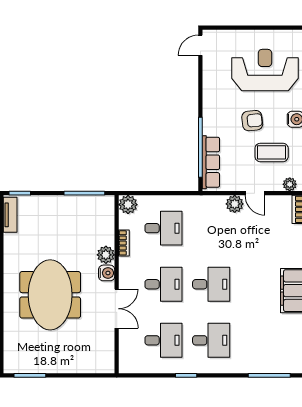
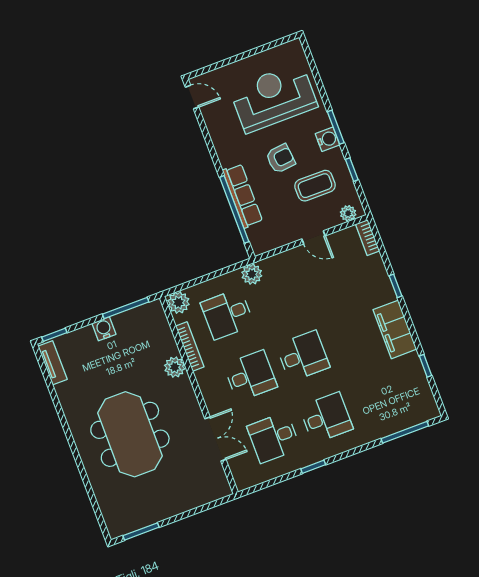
door: (200, 45) -> (192, 97), swing flipped
row of seats: (211, 162) -> (242, 196), moved
plant: (235, 204) -> (252, 274), moved
desk: (163, 228) -> (227, 314), turned 180
bookcase: (124, 243) -> (190, 347), width x1.56
water cooler: (107, 273) -> (104, 329), moved, turned -90
double door: (117, 309) -> (215, 439), moved
desk: (163, 340) -> (274, 437), turned 180

